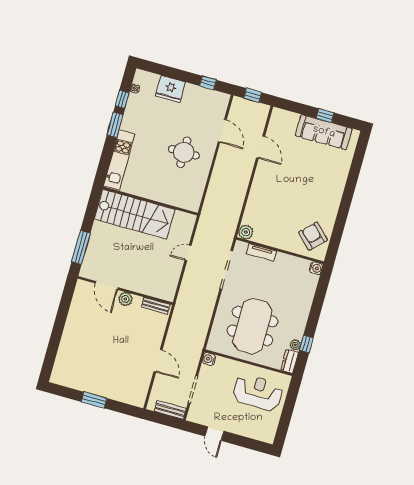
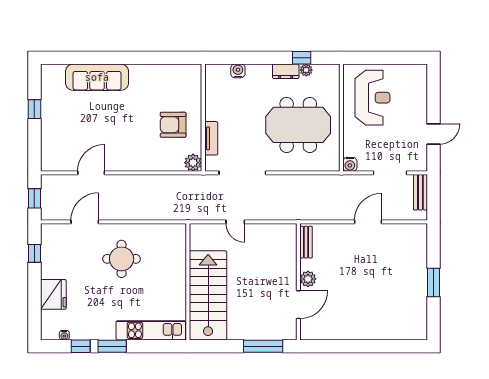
sofa: (324, 132) -> (97, 77), moved, turned 90
armchair: (313, 236) -> (173, 125), moved, turned 45
water cooler: (316, 268) -> (238, 71), moved
dresser: (290, 361) -> (286, 71), moved
reception desk: (258, 392) -> (373, 98), turned 180

